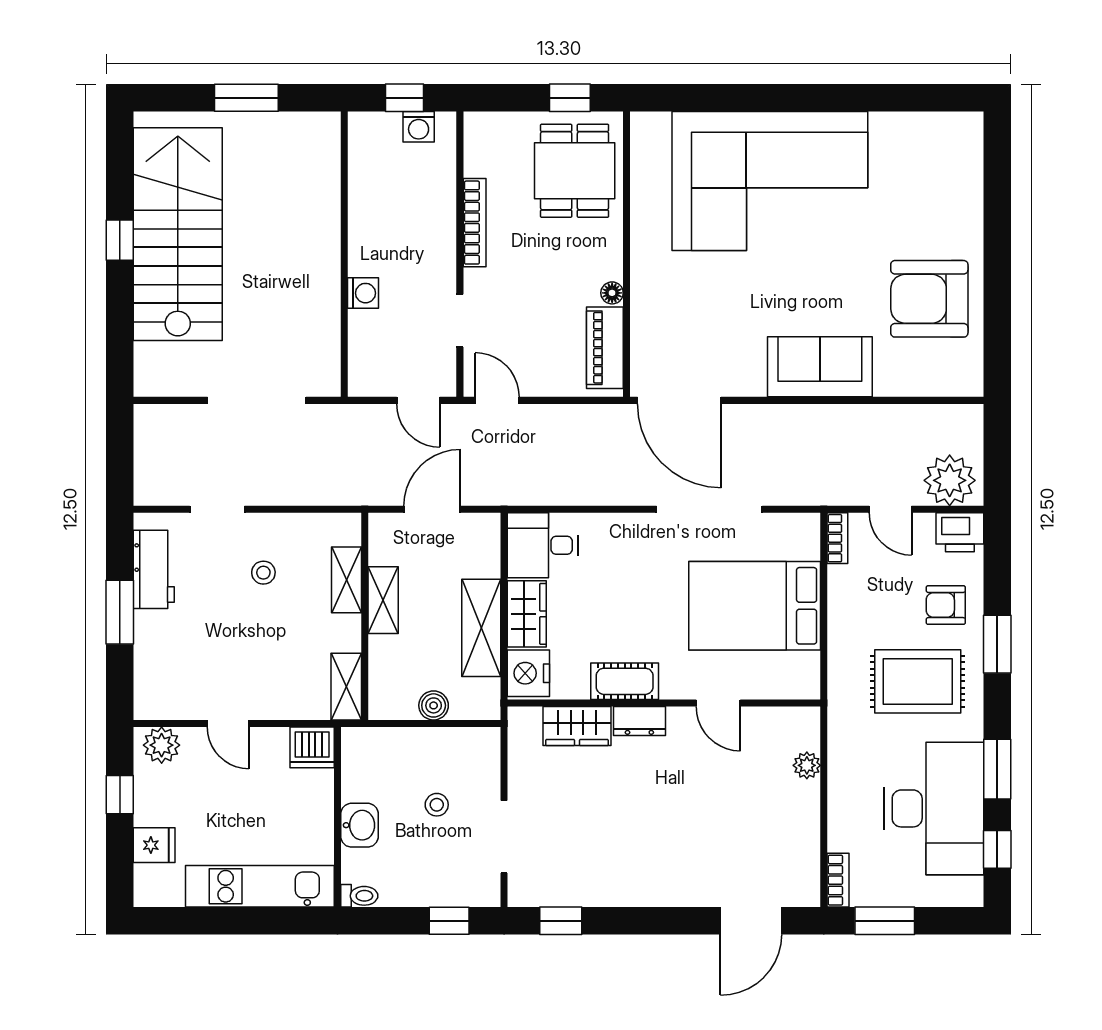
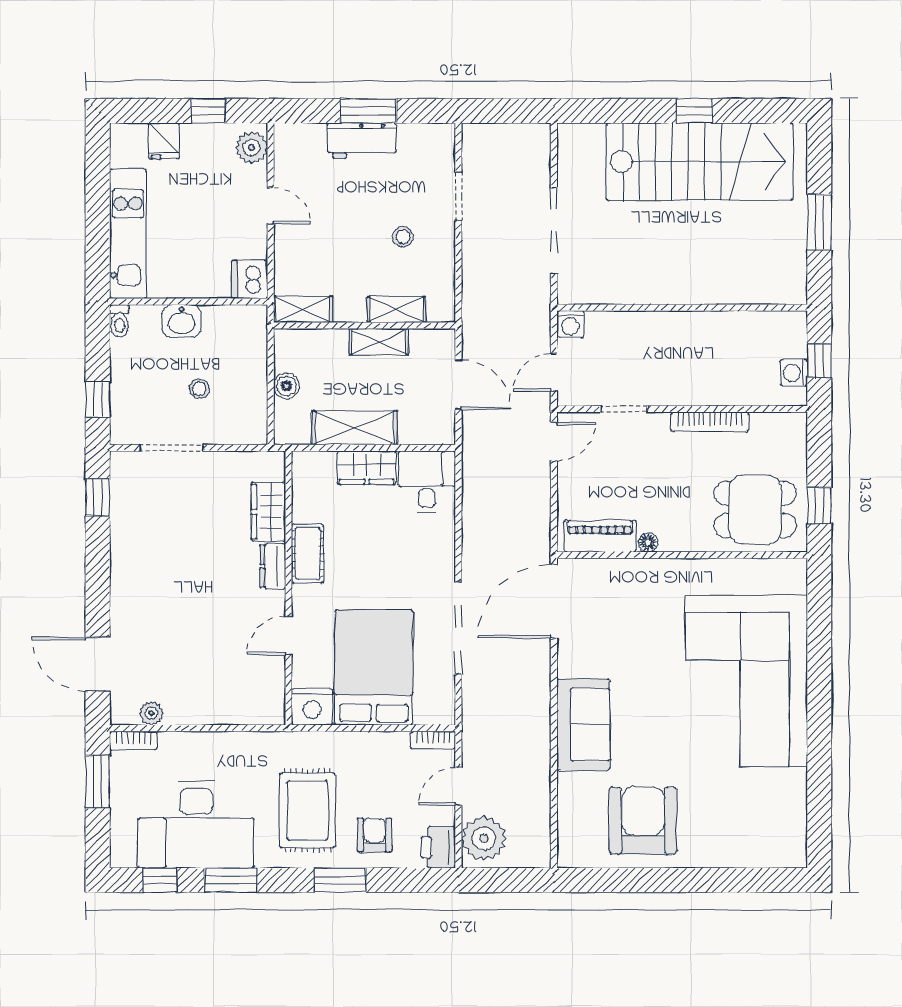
washing machine: (363, 293) -> (570, 324), moved
workbench: (154, 569) -> (362, 141), moved
nightstand: (528, 673) -> (312, 707), moved, turned 180
door: (228, 723) -> (271, 206), swing flipped
plant: (807, 765) -> (151, 713), moved

